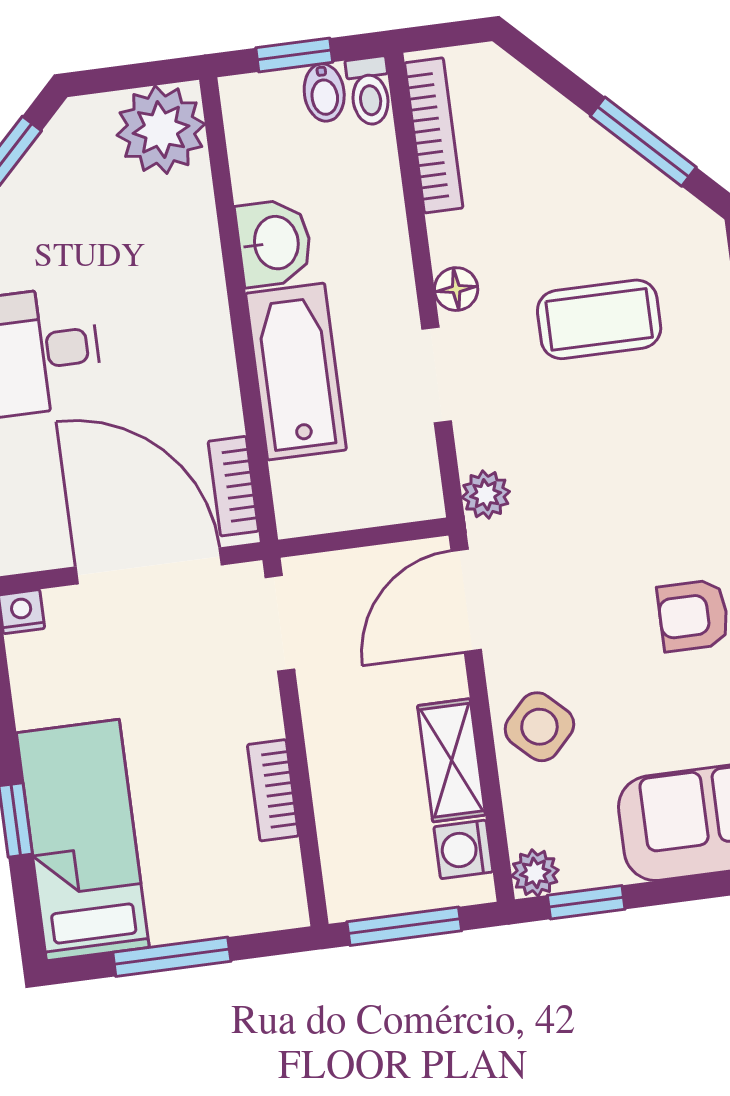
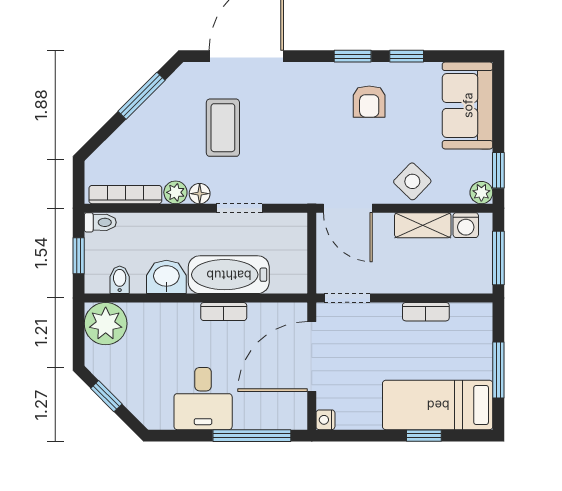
bidet: (324, 93) -> (120, 280), moved, turned -90
bookcase: (233, 486) -> (224, 312), moved
plant: (486, 495) -> (175, 192), moved

